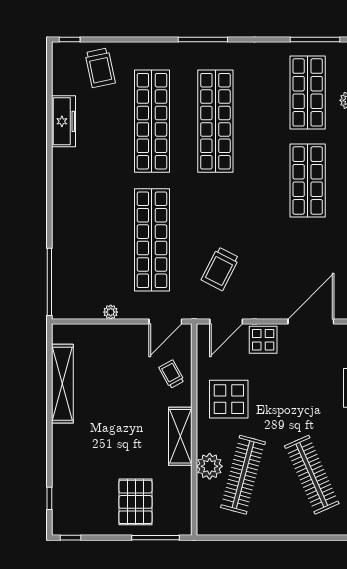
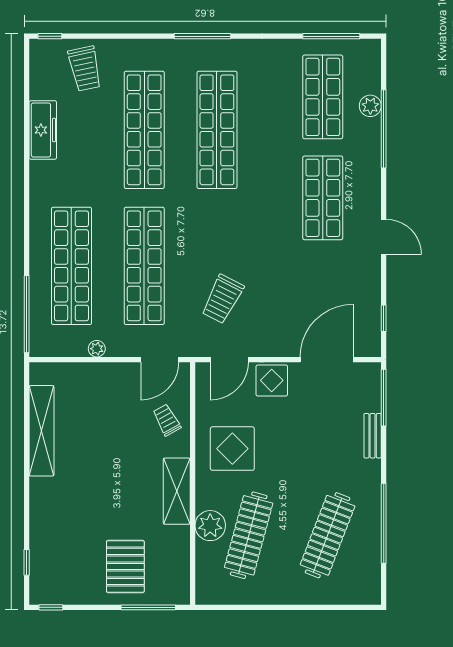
shop shelf: (89, 240) -> (71, 266), added
clothes rail: (312, 475) -> (328, 535), turned 45

